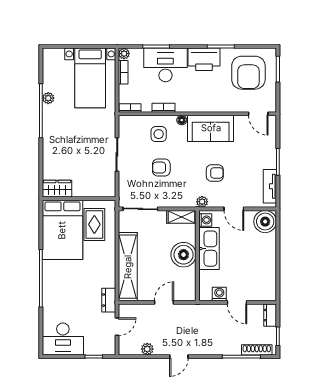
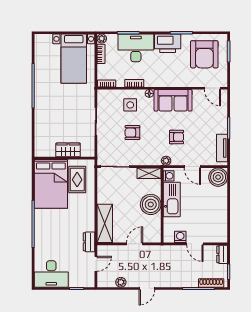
plant: (48, 98) -> (39, 75), removed
wardrobe: (57, 189) -> (68, 150), moved
shelving: (128, 267) -> (105, 223), width x0.68

